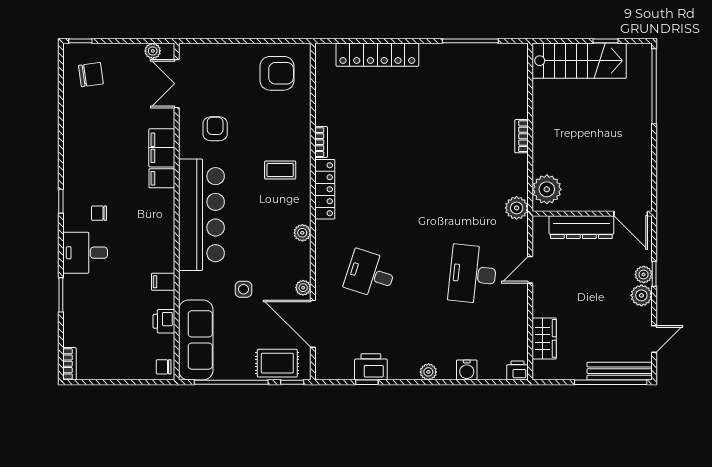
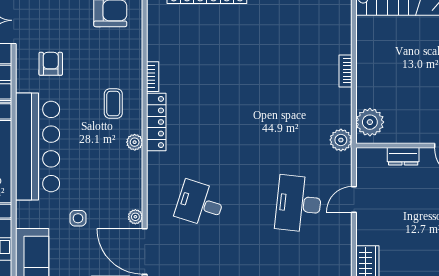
coffee table: (280, 170) -> (113, 104), turned 90
dresser: (581, 227) -> (403, 156), width x0.51, depth x0.80
plant: (302, 233) -> (135, 142), moved

